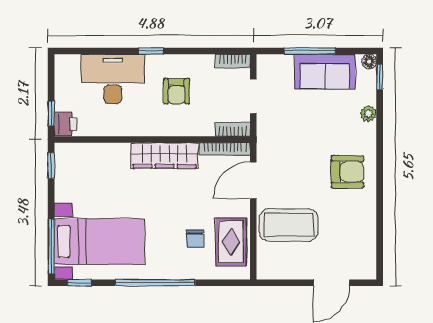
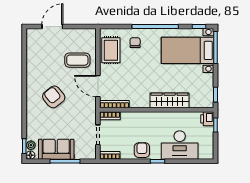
armchair: (177, 91) -> (142, 150), moved
plant: (368, 114) -> (31, 145), moved
wardrobe: (165, 156) -> (170, 100), moved
armchair: (347, 172) -> (54, 97), moved, turned 51
door: (253, 180) -> (98, 86), swing flipped
coffee table: (289, 225) -> (77, 60), width x0.73, depth x0.76
chair: (195, 238) -> (135, 43), moved

